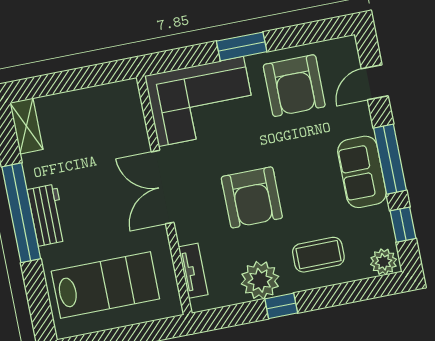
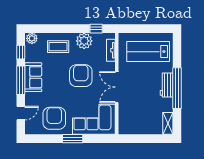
double door: (163, 187) -> (117, 87), swing flipped
window: (281, 306) -> (96, 29), moved

